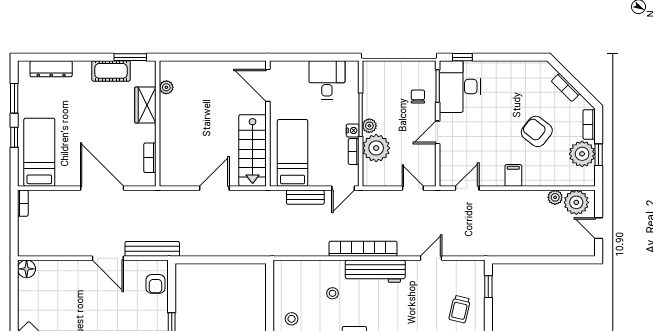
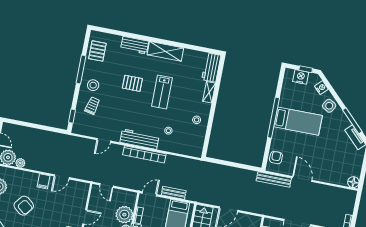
door: (467, 188) -> (62, 177), moved

